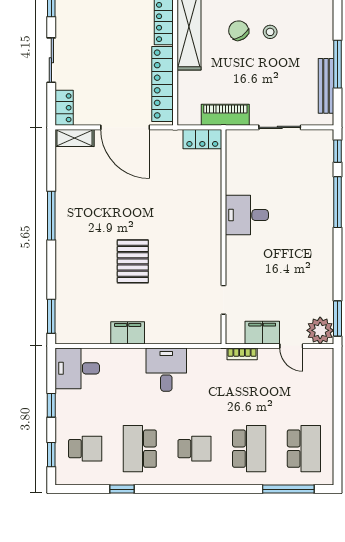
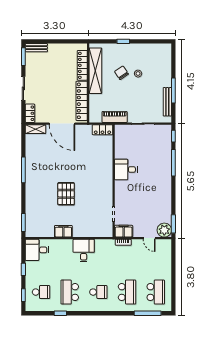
filing cabinet: (262, 333) -> (124, 231), moved

